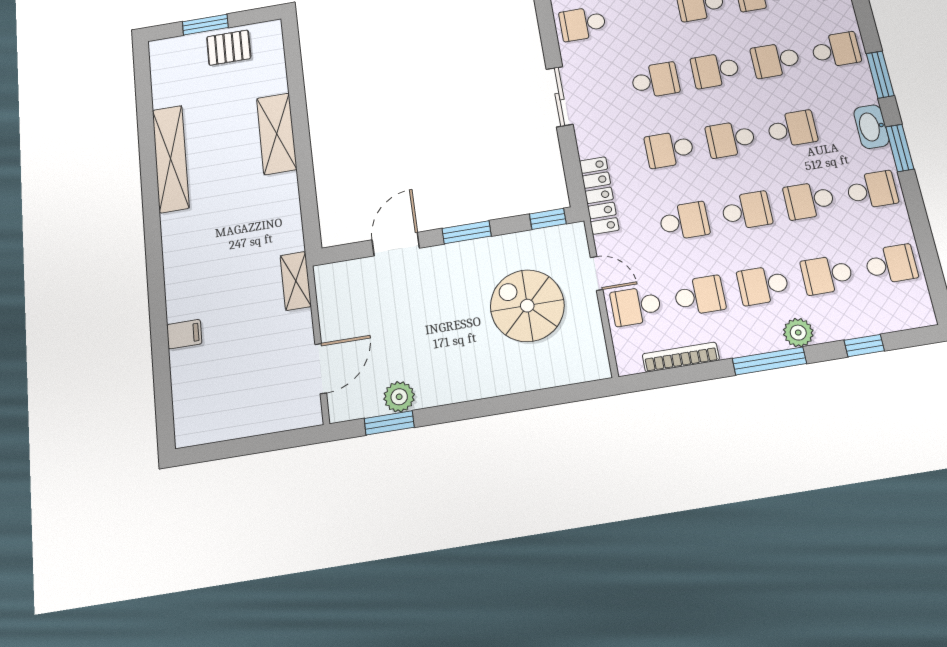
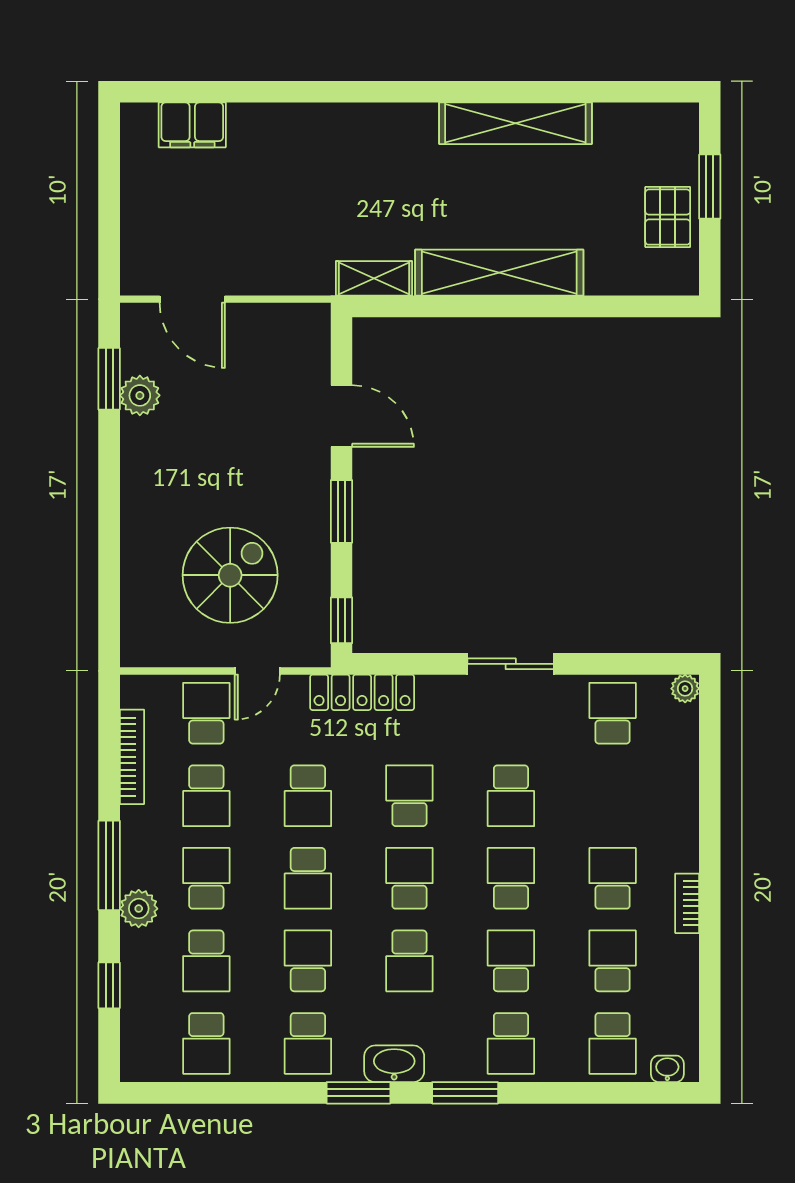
shelving: (277, 134) -> (499, 273), width x1.47
school desk: (827, 275) -> (206, 961), turned 180
shelving: (296, 281) -> (374, 278), moved
filing cabinet: (184, 334) -> (192, 125), moved, width x2.00

